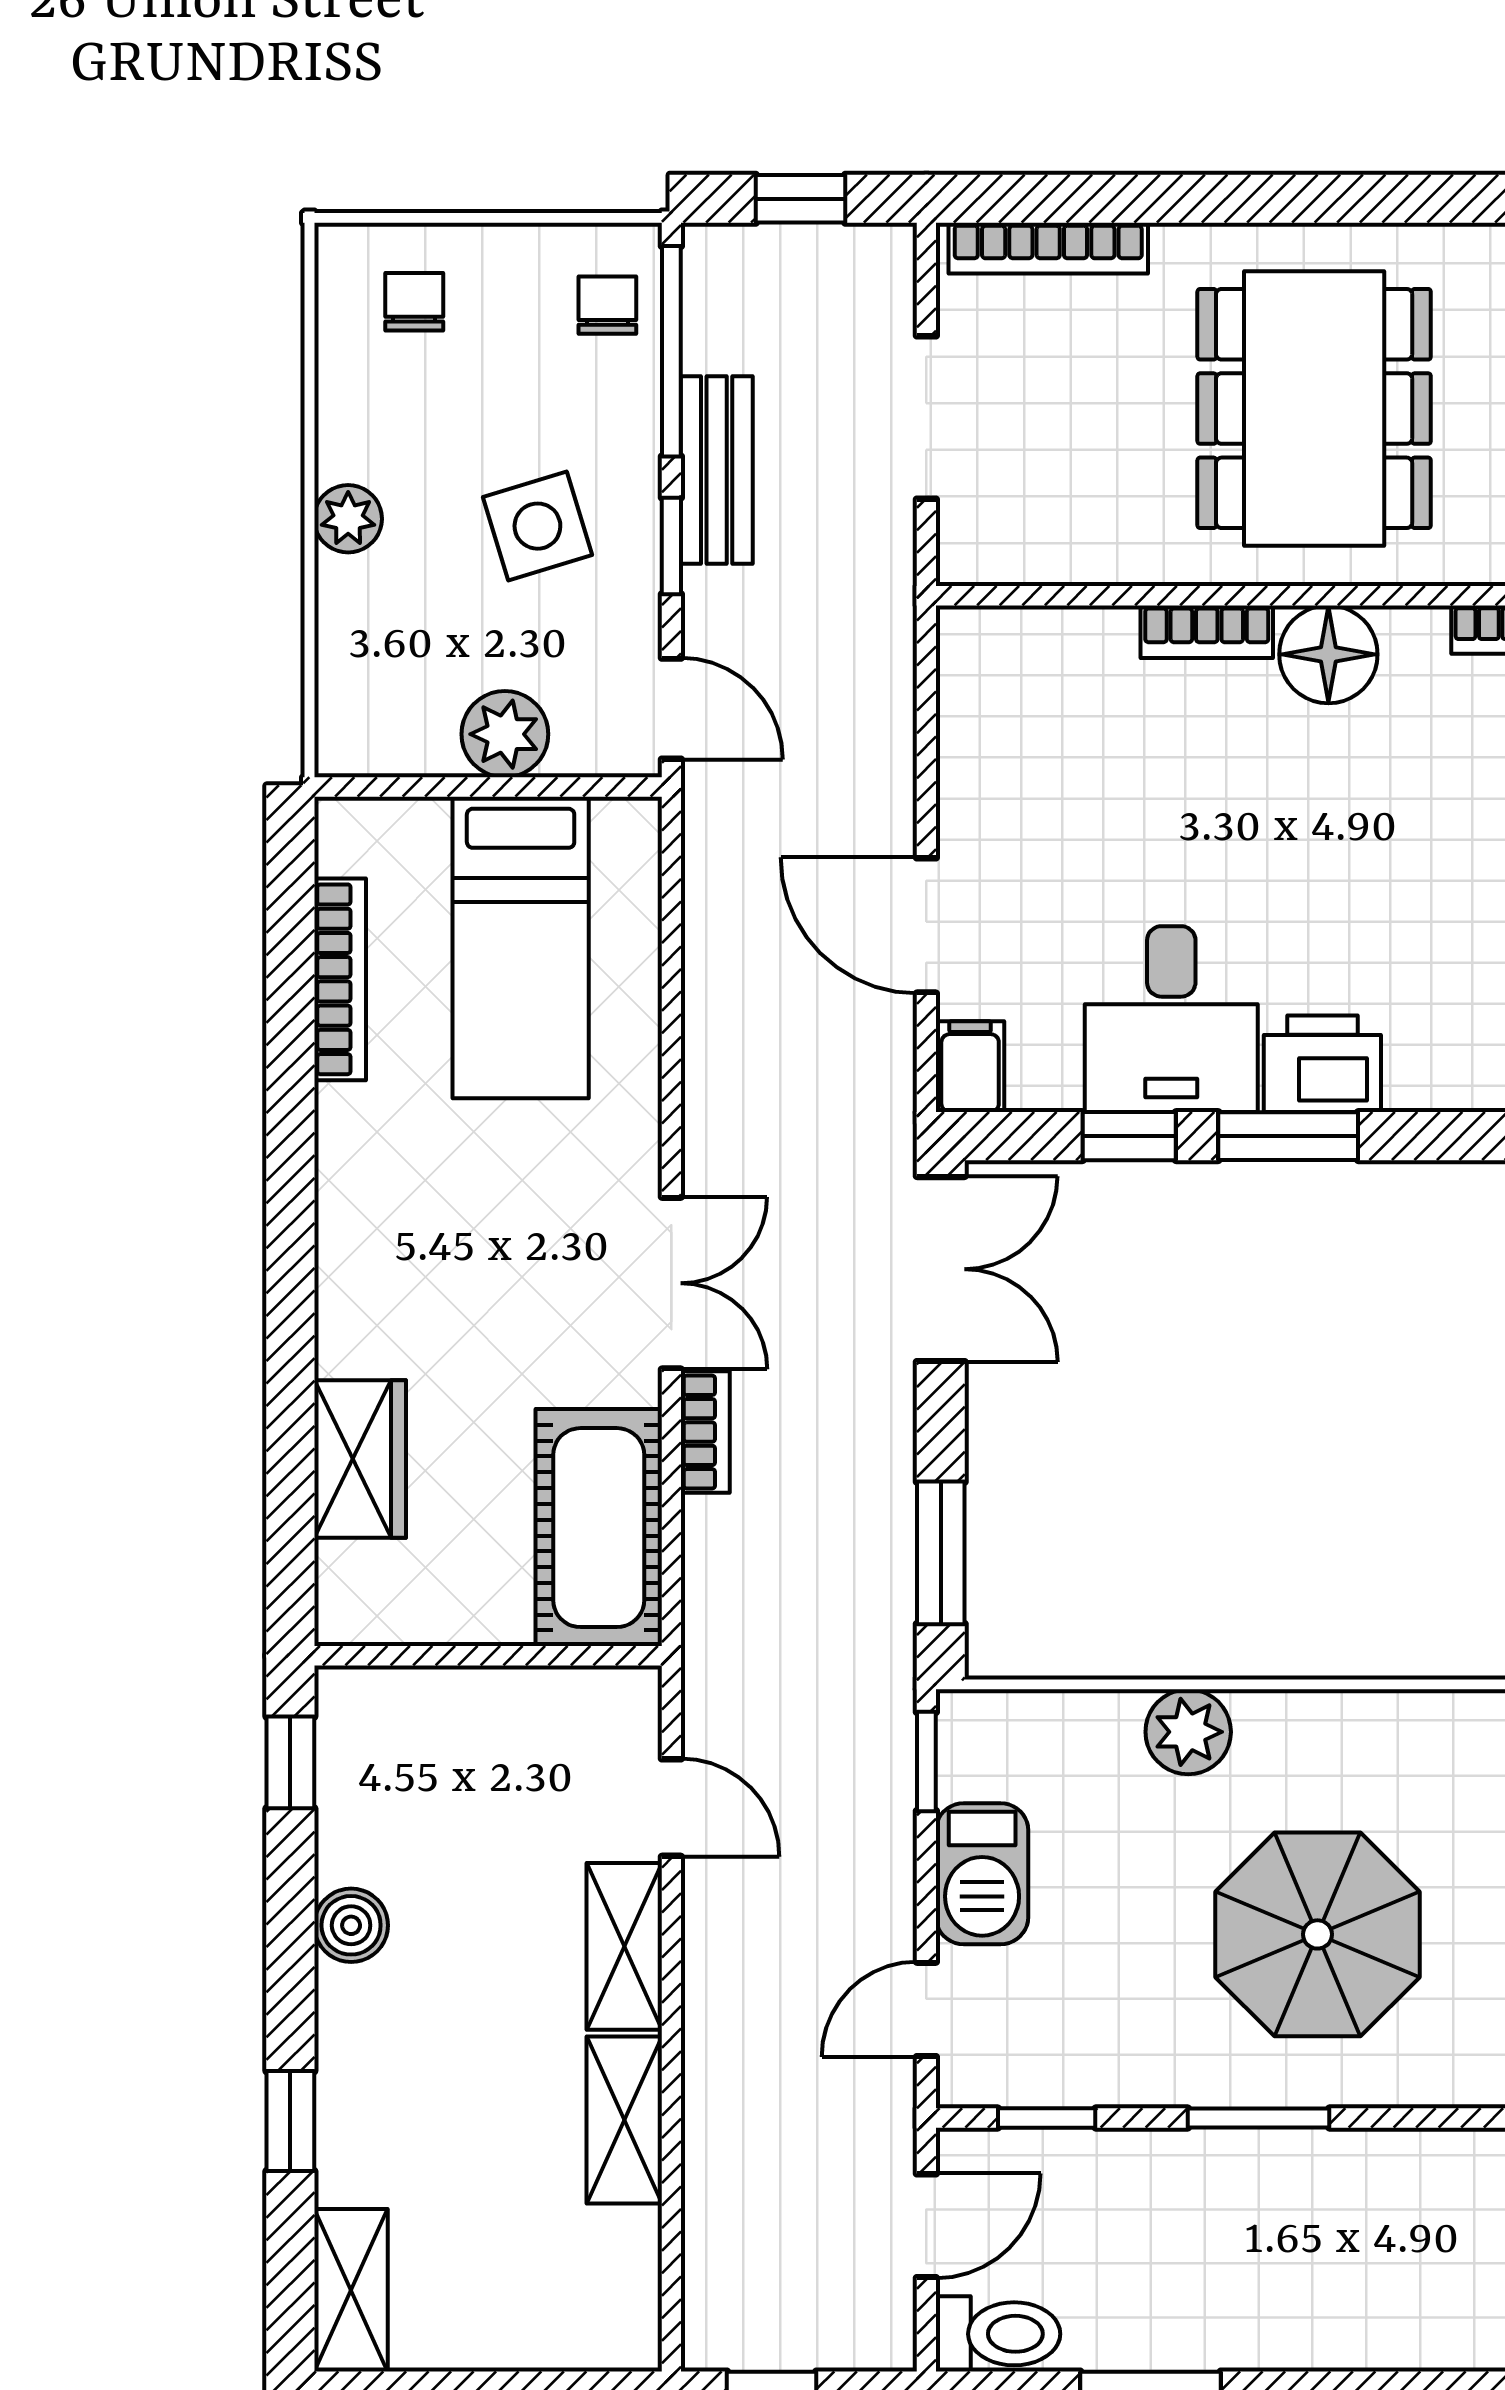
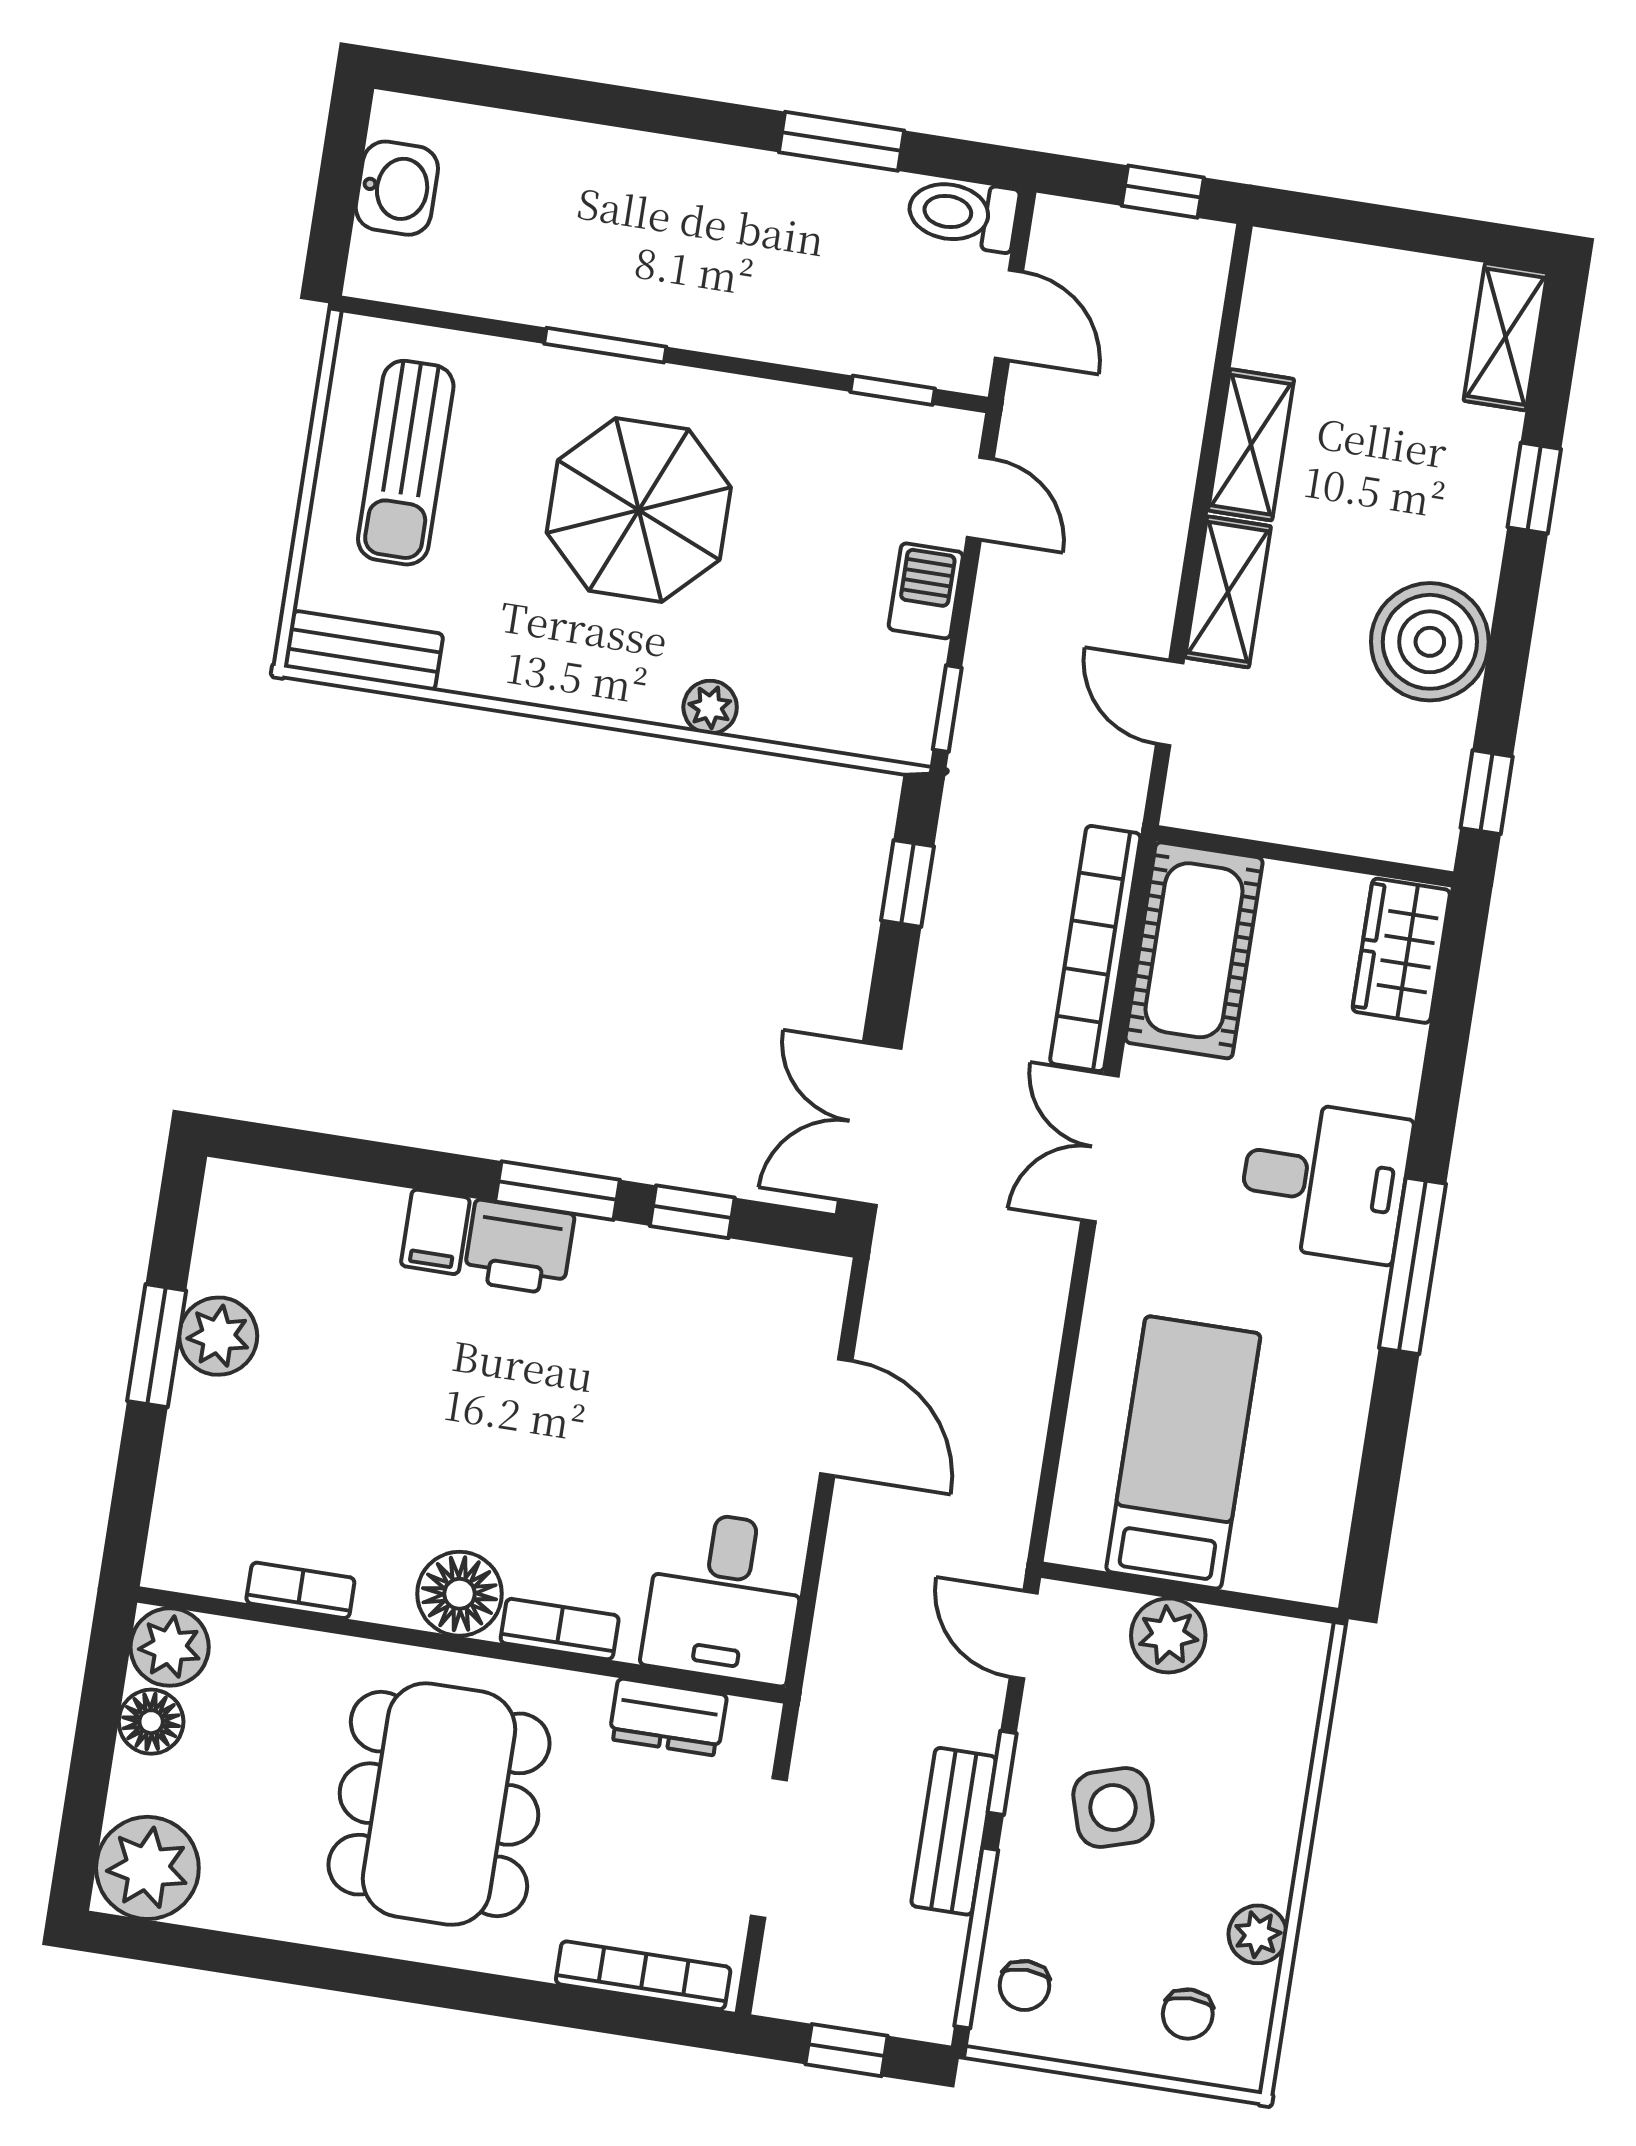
plant: (348, 519) -> (1258, 1934), moved
dresser: (1066, 550) -> (668, 1717), added
bookcase: (340, 979) -> (1340, 1449), removed
desk: (1171, 1019) -> (725, 1597), moved, turned 180
filing cabinet: (970, 1067) -> (435, 1232), moved
window: (290, 1204) -> (1412, 1266), added
desk: (407, 1286) -> (1324, 1181), added
bookcase: (705, 1432) -> (1095, 948), width x2.31, depth x1.31
wardrobe: (360, 1459) -> (1401, 951), moved
window: (941, 1553) -> (907, 883), width x0.67
plant: (1188, 1732) -> (710, 707), width x0.73, depth x0.73
barbecue: (982, 1874) -> (926, 591), width x0.73, depth x0.79
boiler: (351, 1925) -> (1430, 642), width x1.86, depth x1.86
door: (926, 2009) -> (980, 498), hinge flipped
window: (1259, 2118) -> (605, 345), moved
door: (926, 2226) -> (1009, 315), swing flipped

